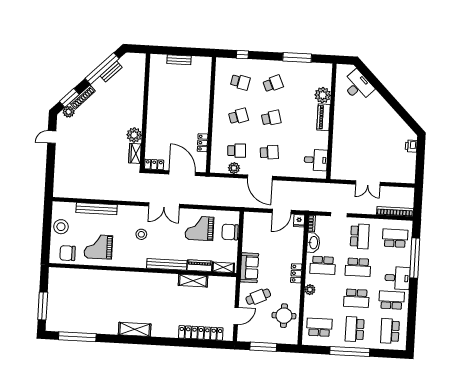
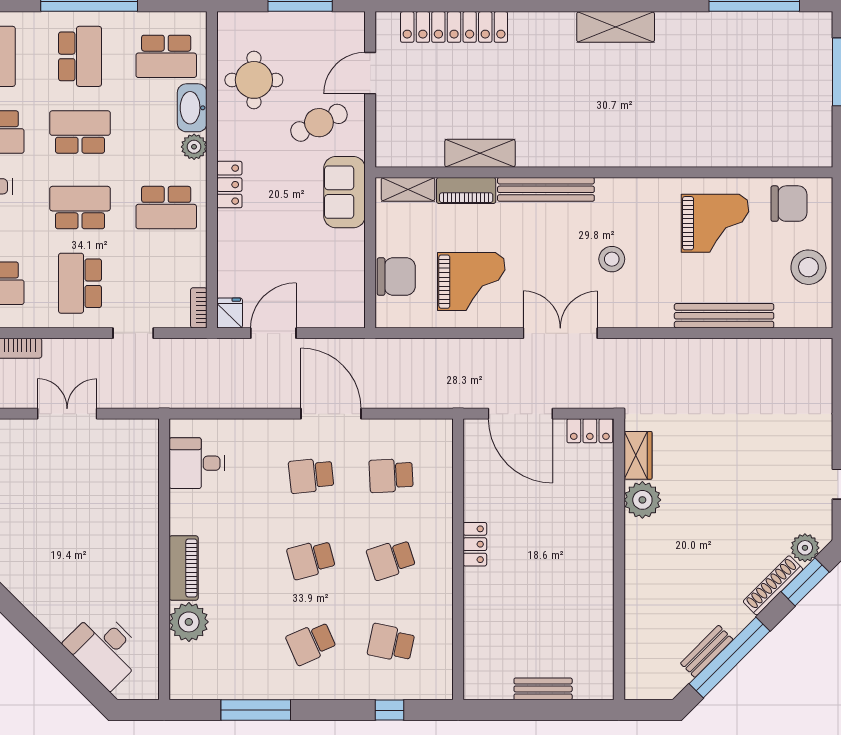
locker: (203, 143) -> (475, 544), moved
plant: (234, 168) -> (395, 433), removed
washbasin: (313, 243) -> (192, 108), moved
school desk: (323, 265) -> (166, 208), turned 180

